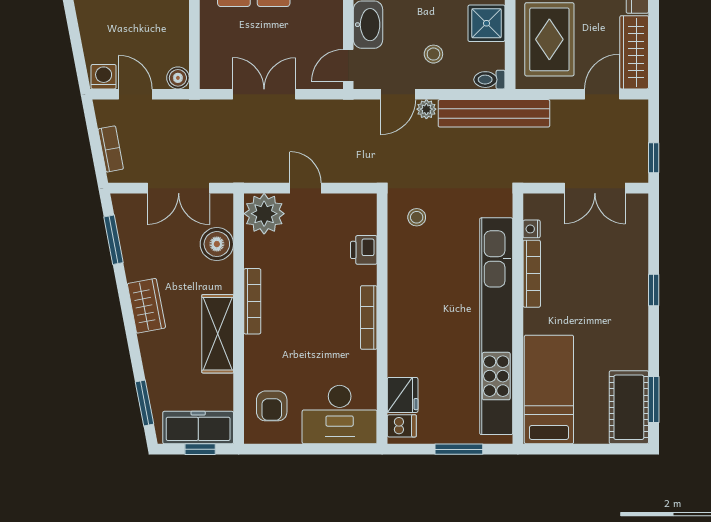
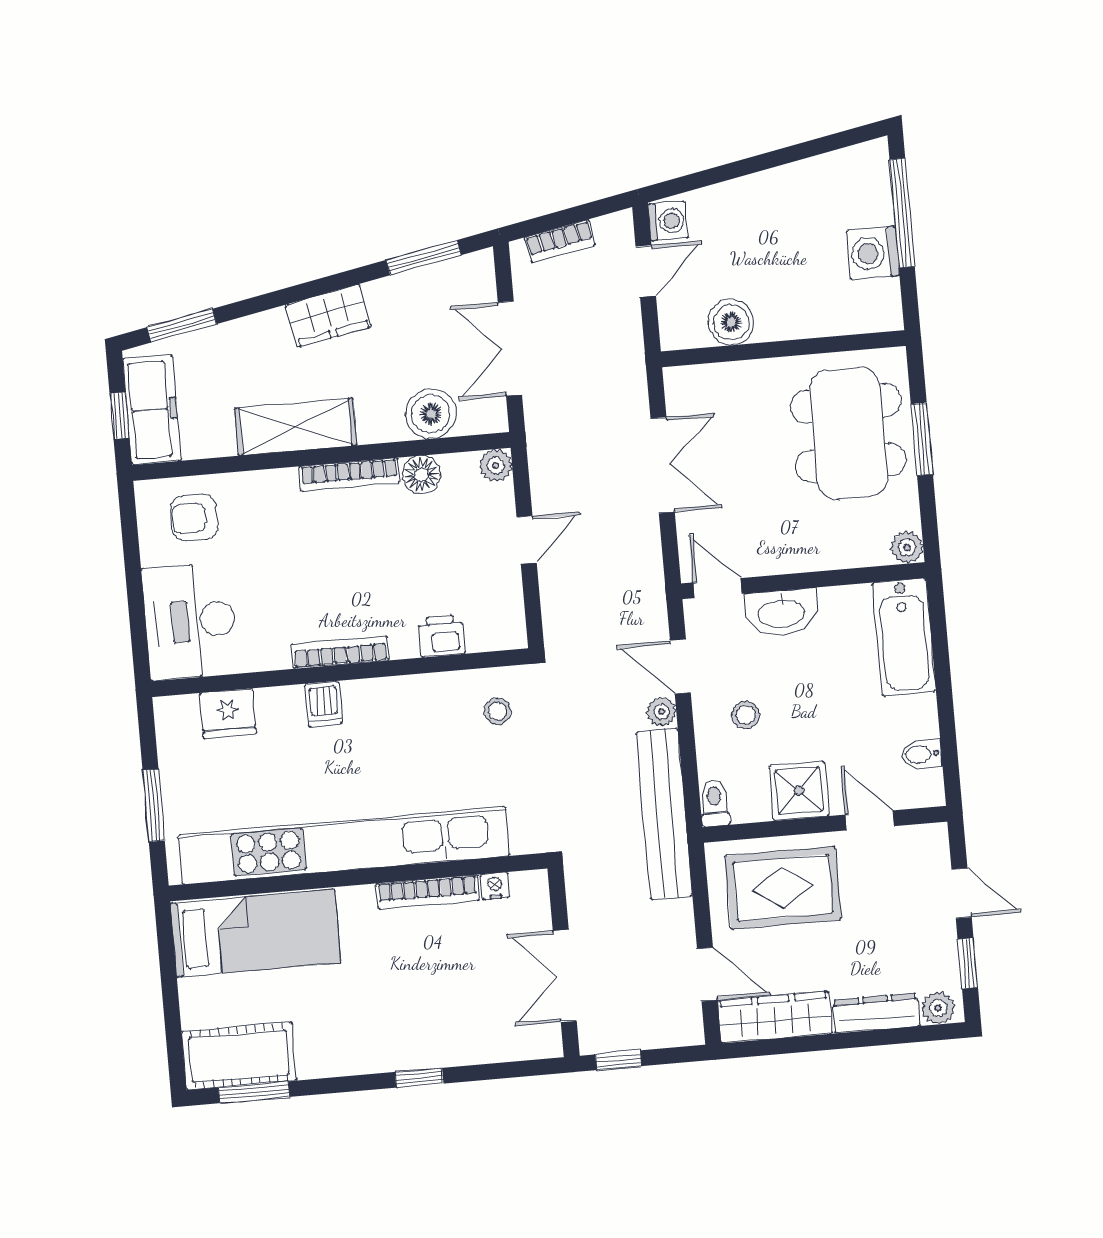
boiler: (178, 78) -> (731, 322), moved, width x1.36, depth x1.36
plant: (264, 214) -> (496, 465), width x0.53, depth x0.53
floor lamp: (256, 254) -> (421, 475), added
dishwasher: (402, 426) -> (324, 704), moved

